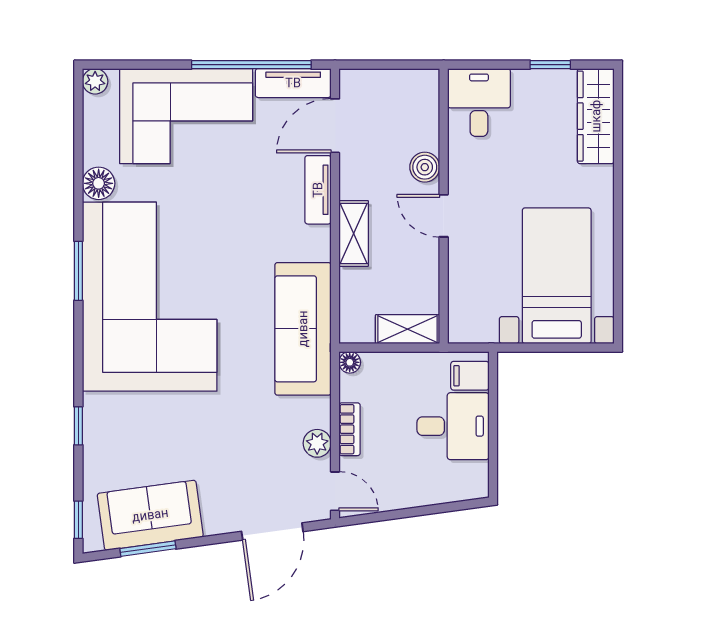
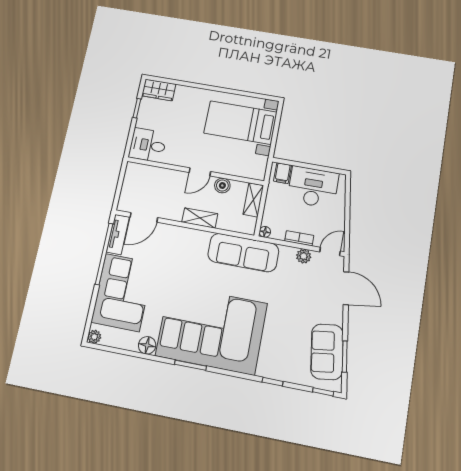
wardrobe: (596, 116) -> (159, 90), width x0.67
door: (335, 126) -> (144, 217), hinge flipped
boiler: (425, 167) -> (222, 186), moved
tv unit: (318, 190) -> (174, 232), removed
desk: (453, 426) -> (313, 187), width x1.37

